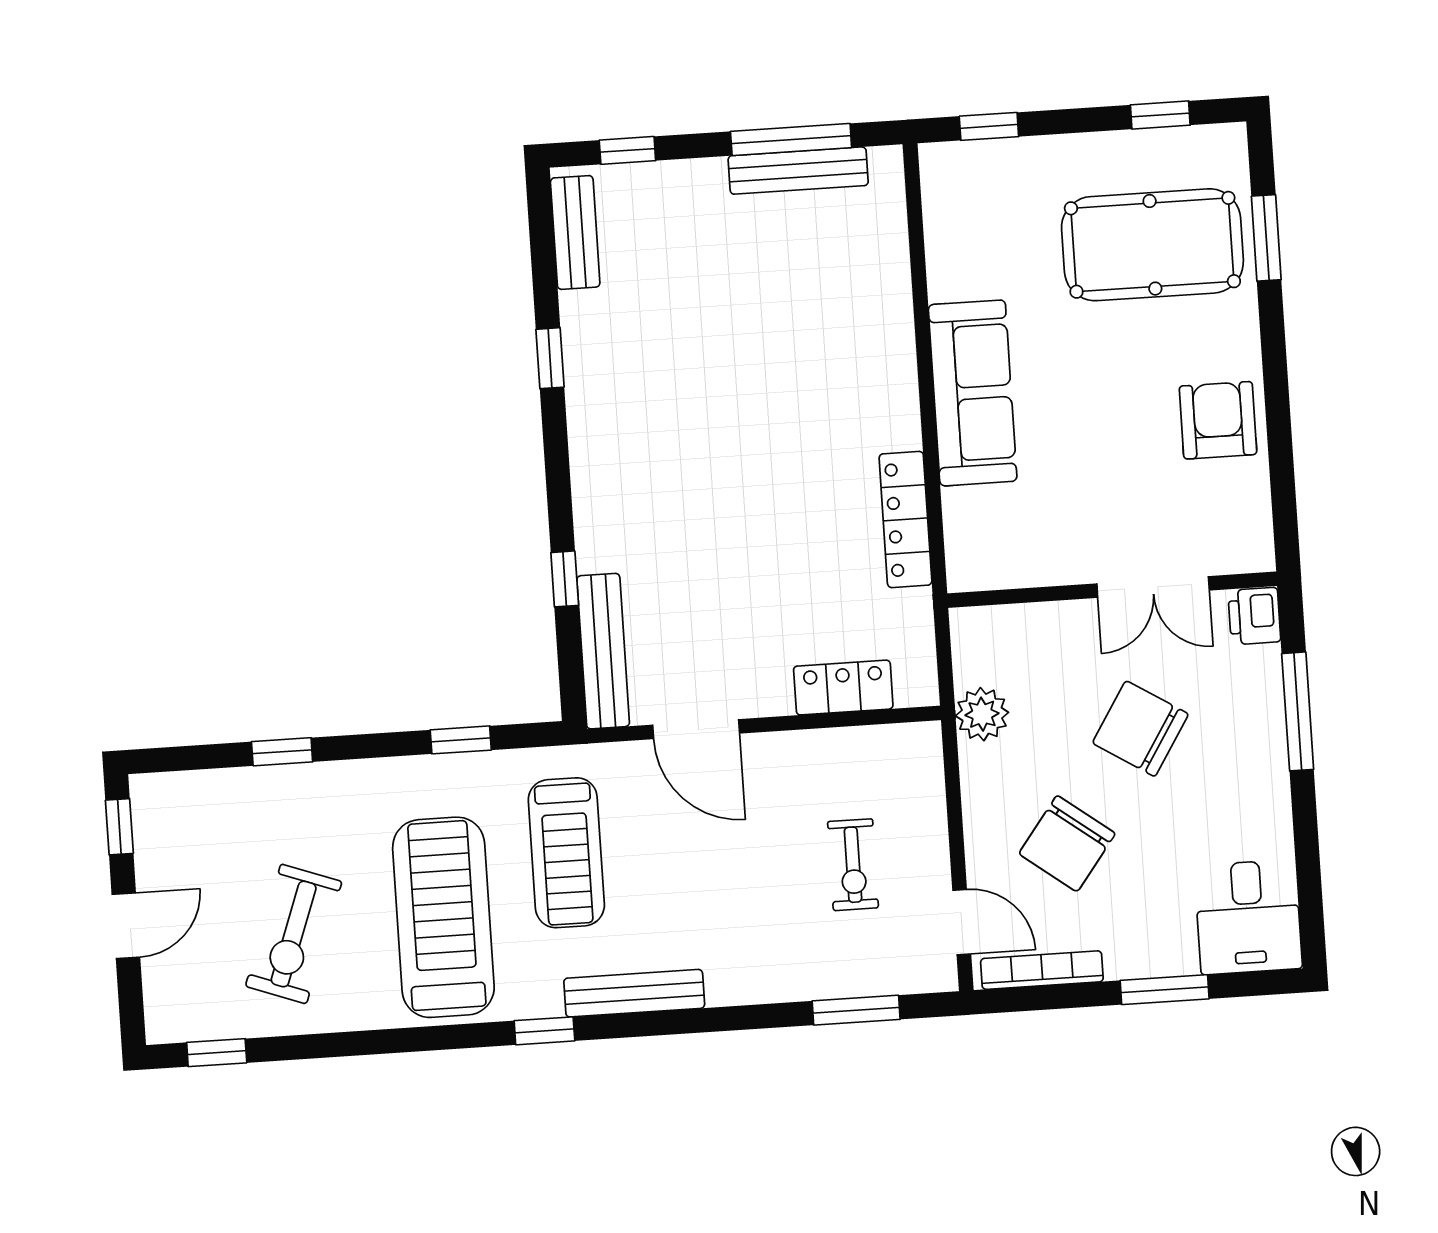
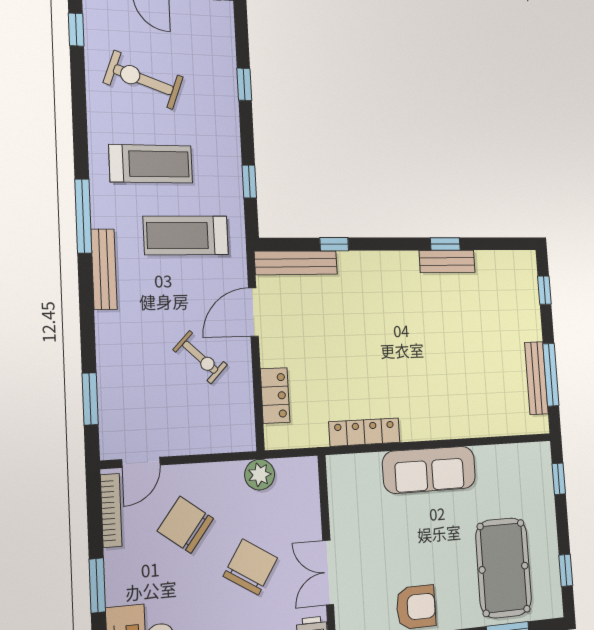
bench: (575, 232) -> (447, 261), moved
exercise bike: (853, 865) -> (200, 357), moved, turned -136
treadmill: (443, 917) -> (151, 164), width x0.73, depth x0.73
window: (544, 1031) -> (83, 216), width x2.17

